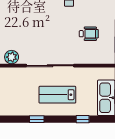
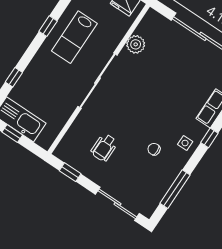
lab bench: (57, 95) -> (74, 37), moved, turned 180

